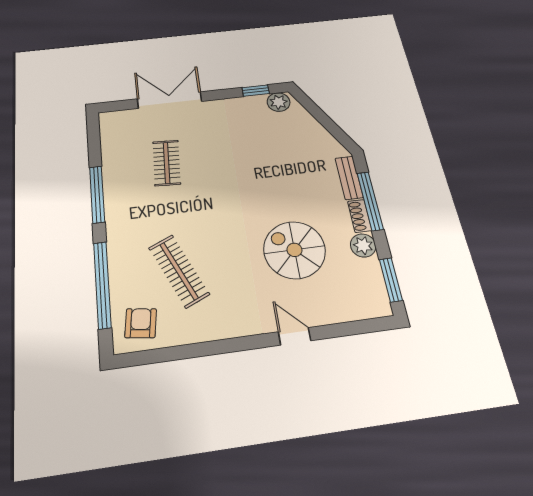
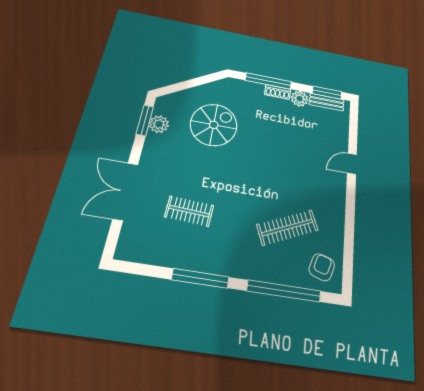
window: (256, 91) -> (145, 120), width x1.50
plant: (279, 102) -> (159, 124), moved
bench: (349, 178) -> (327, 102), moved
spiral stairs: (294, 250) -> (214, 125), moved, turned 180
armchair: (141, 323) -> (322, 267), turned 98

